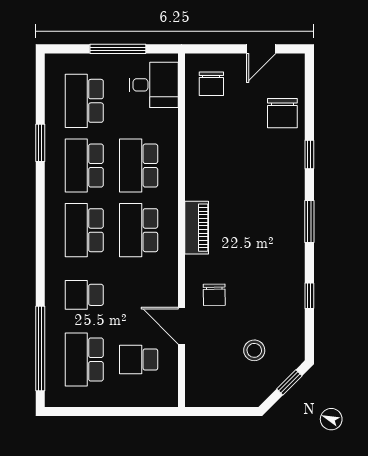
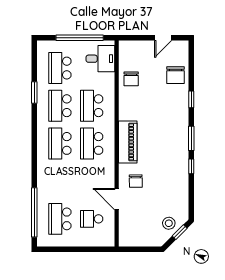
window: (118, 49) -> (80, 38), width x1.46
chair: (211, 84) -> (131, 79), moved
piano: (197, 228) -> (128, 142), width x1.37, depth x1.33
school desk: (84, 295) -> (60, 181), removed
window: (309, 296) -> (191, 166), moved
stool: (254, 350) -> (169, 223), moved

